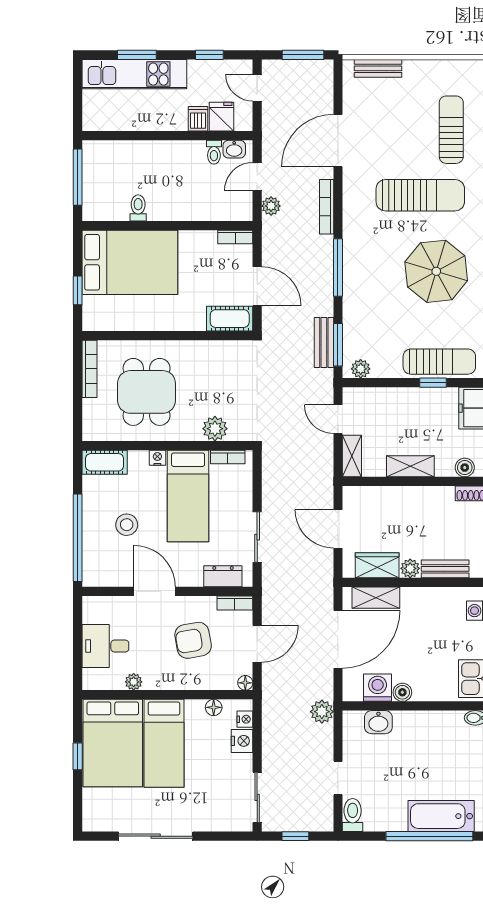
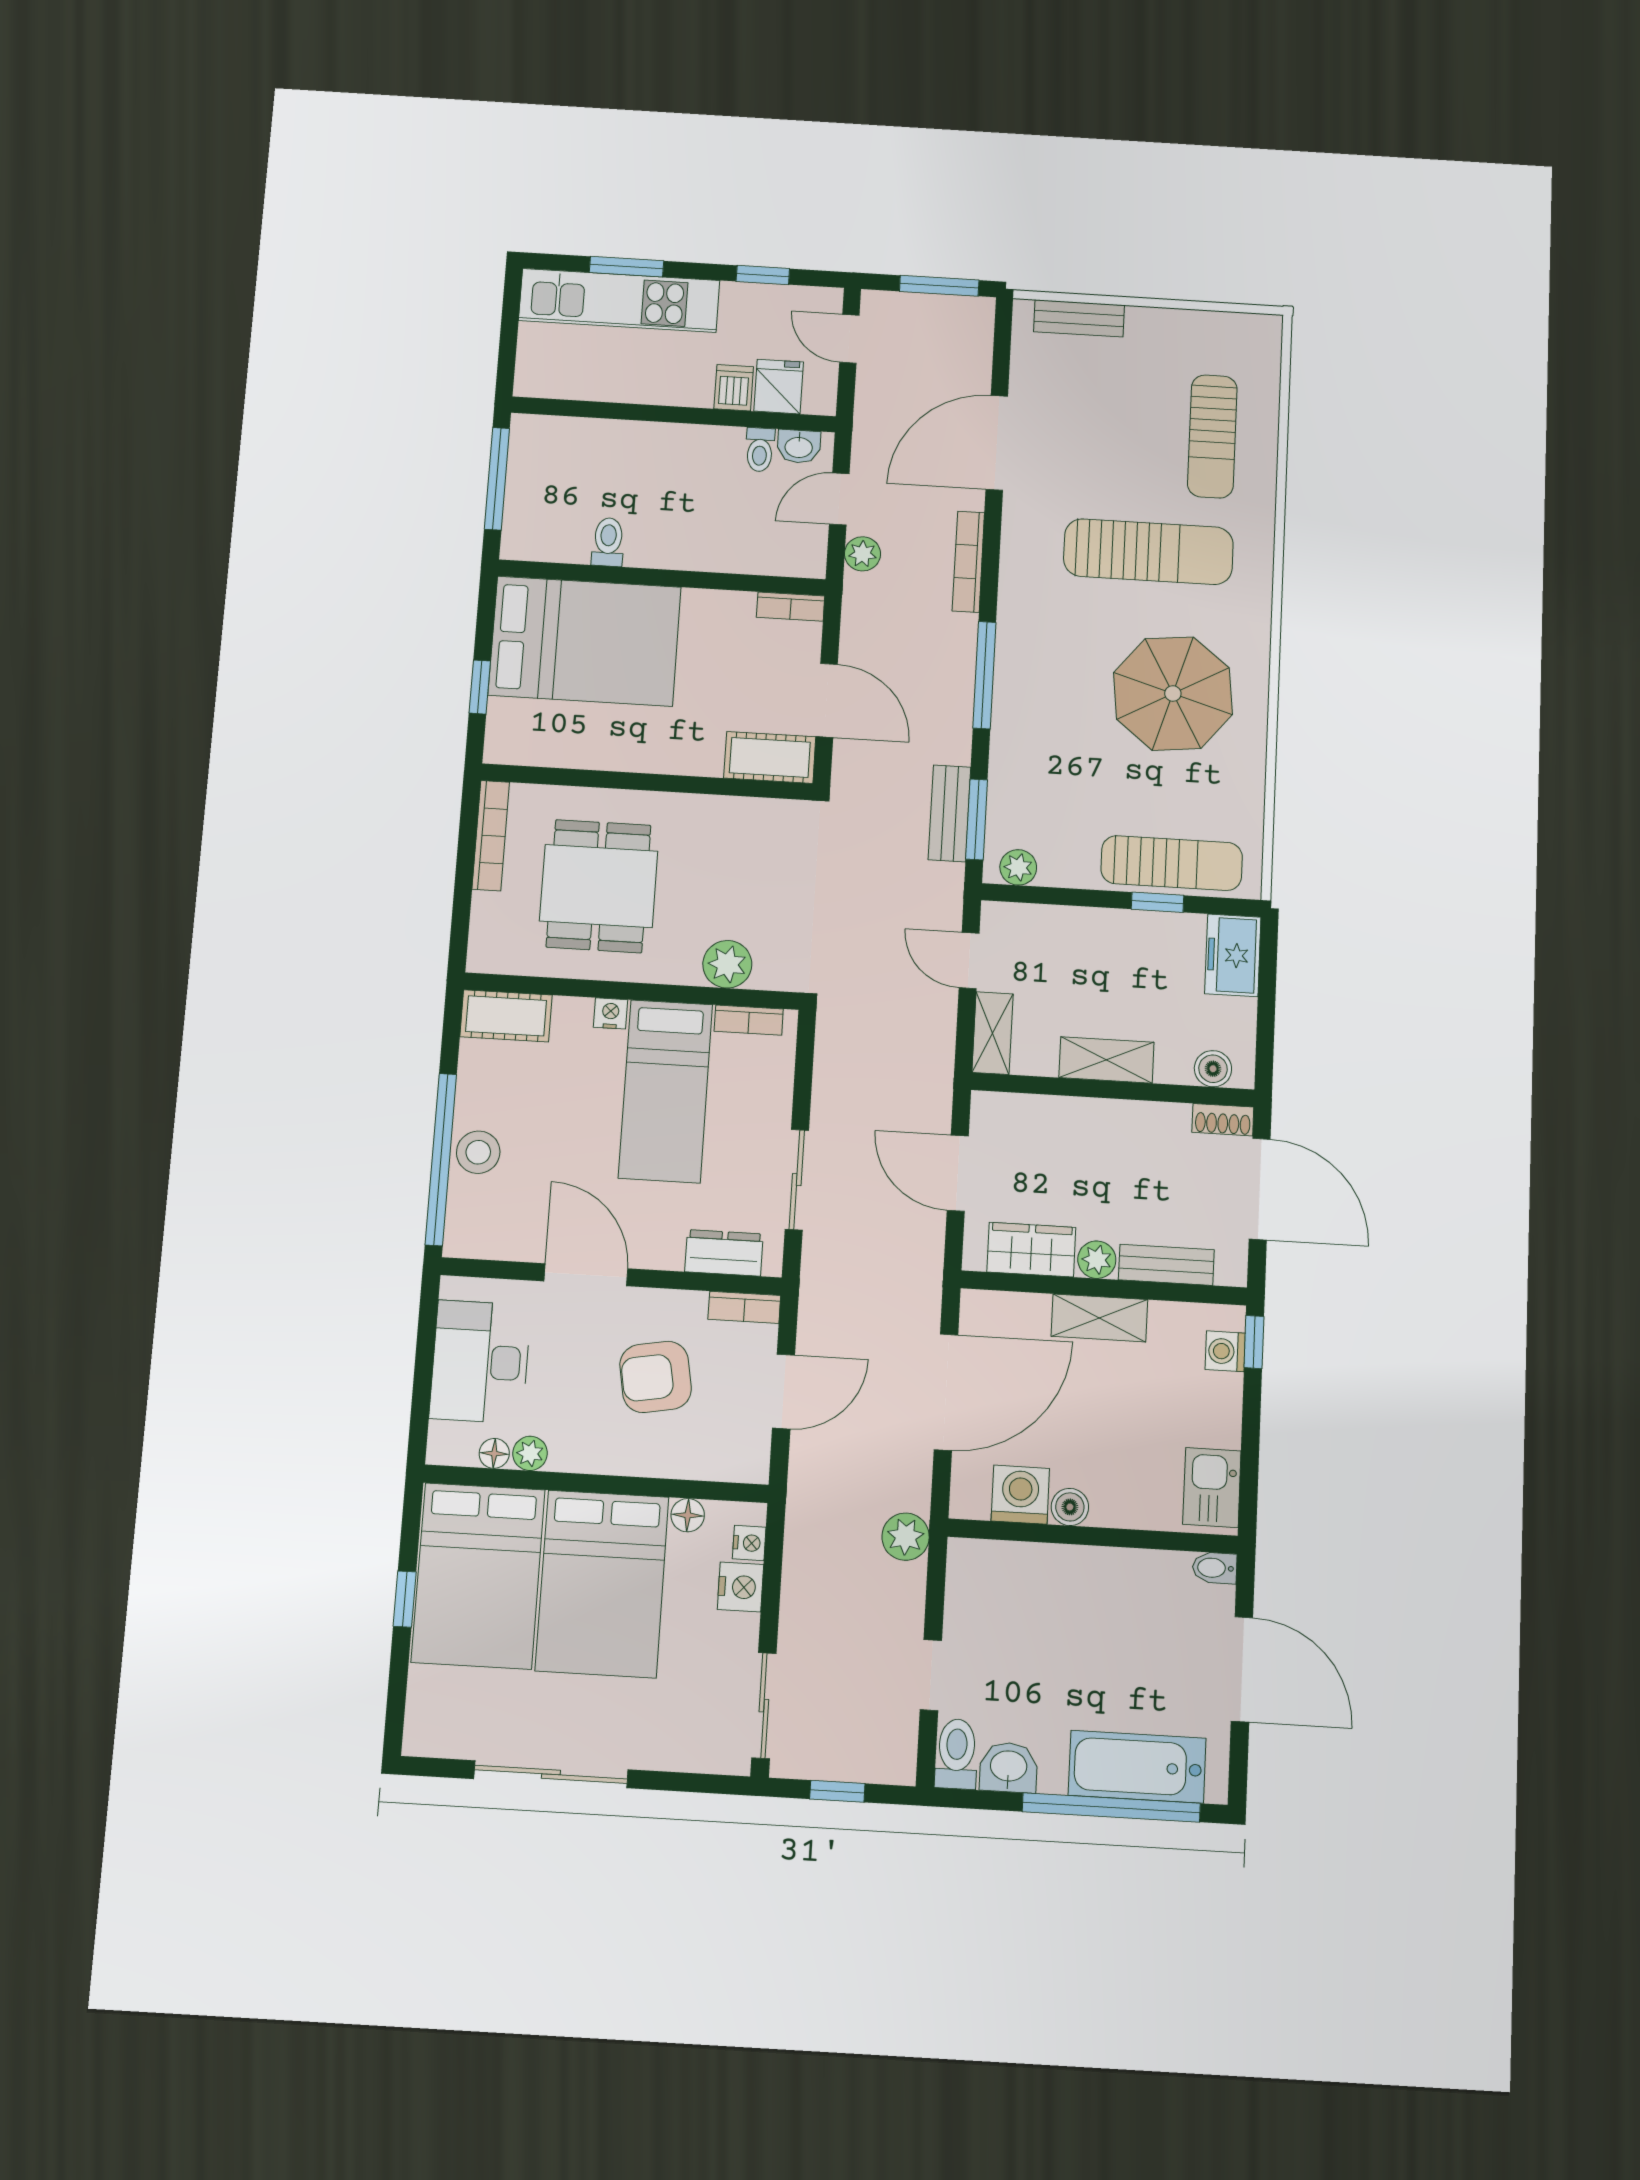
sun lounger: (451, 130) -> (1212, 436), turned 180
stool: (127, 525) -> (478, 1152), moved
shelving: (376, 598) -> (1099, 1318), moved
desk: (105, 646) -> (480, 1362), width x1.37
floor lamp: (245, 683) -> (494, 1453), moved
washbasin: (378, 722) -> (1009, 1767), moved, turned 180
bed: (164, 743) -> (602, 1584), width x1.50

